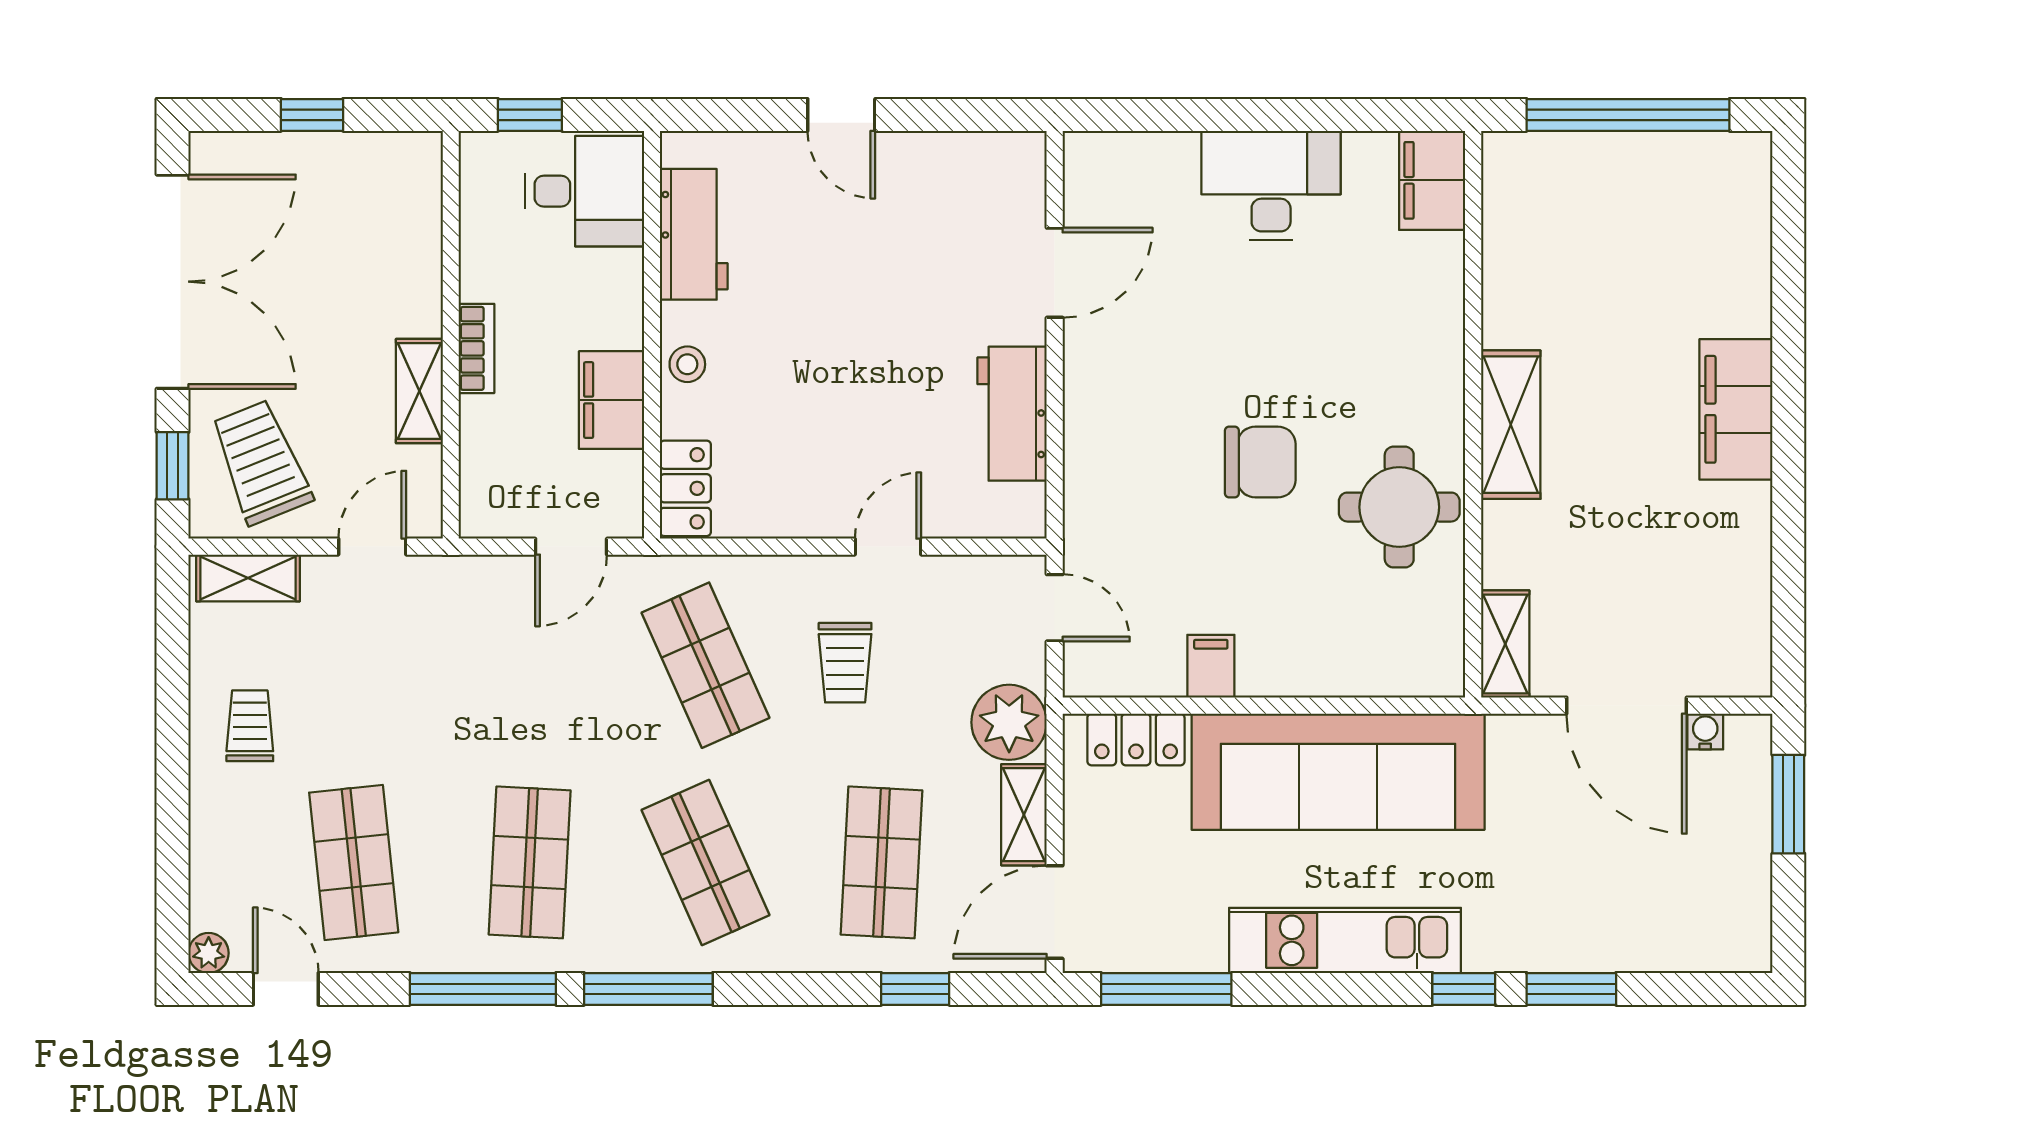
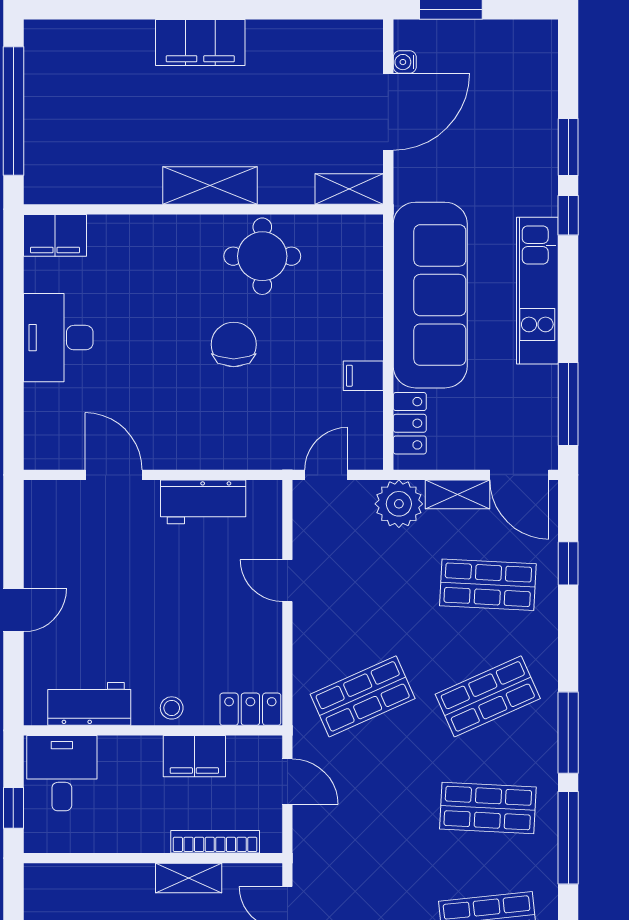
bookcase: (477, 348) -> (215, 842), moved, width x1.56
trolley: (845, 663) -> (361, 608), removed

